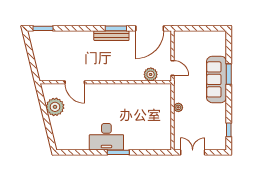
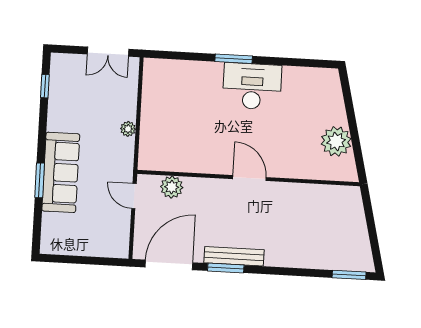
door: (75, 82) -> (249, 178), moved

